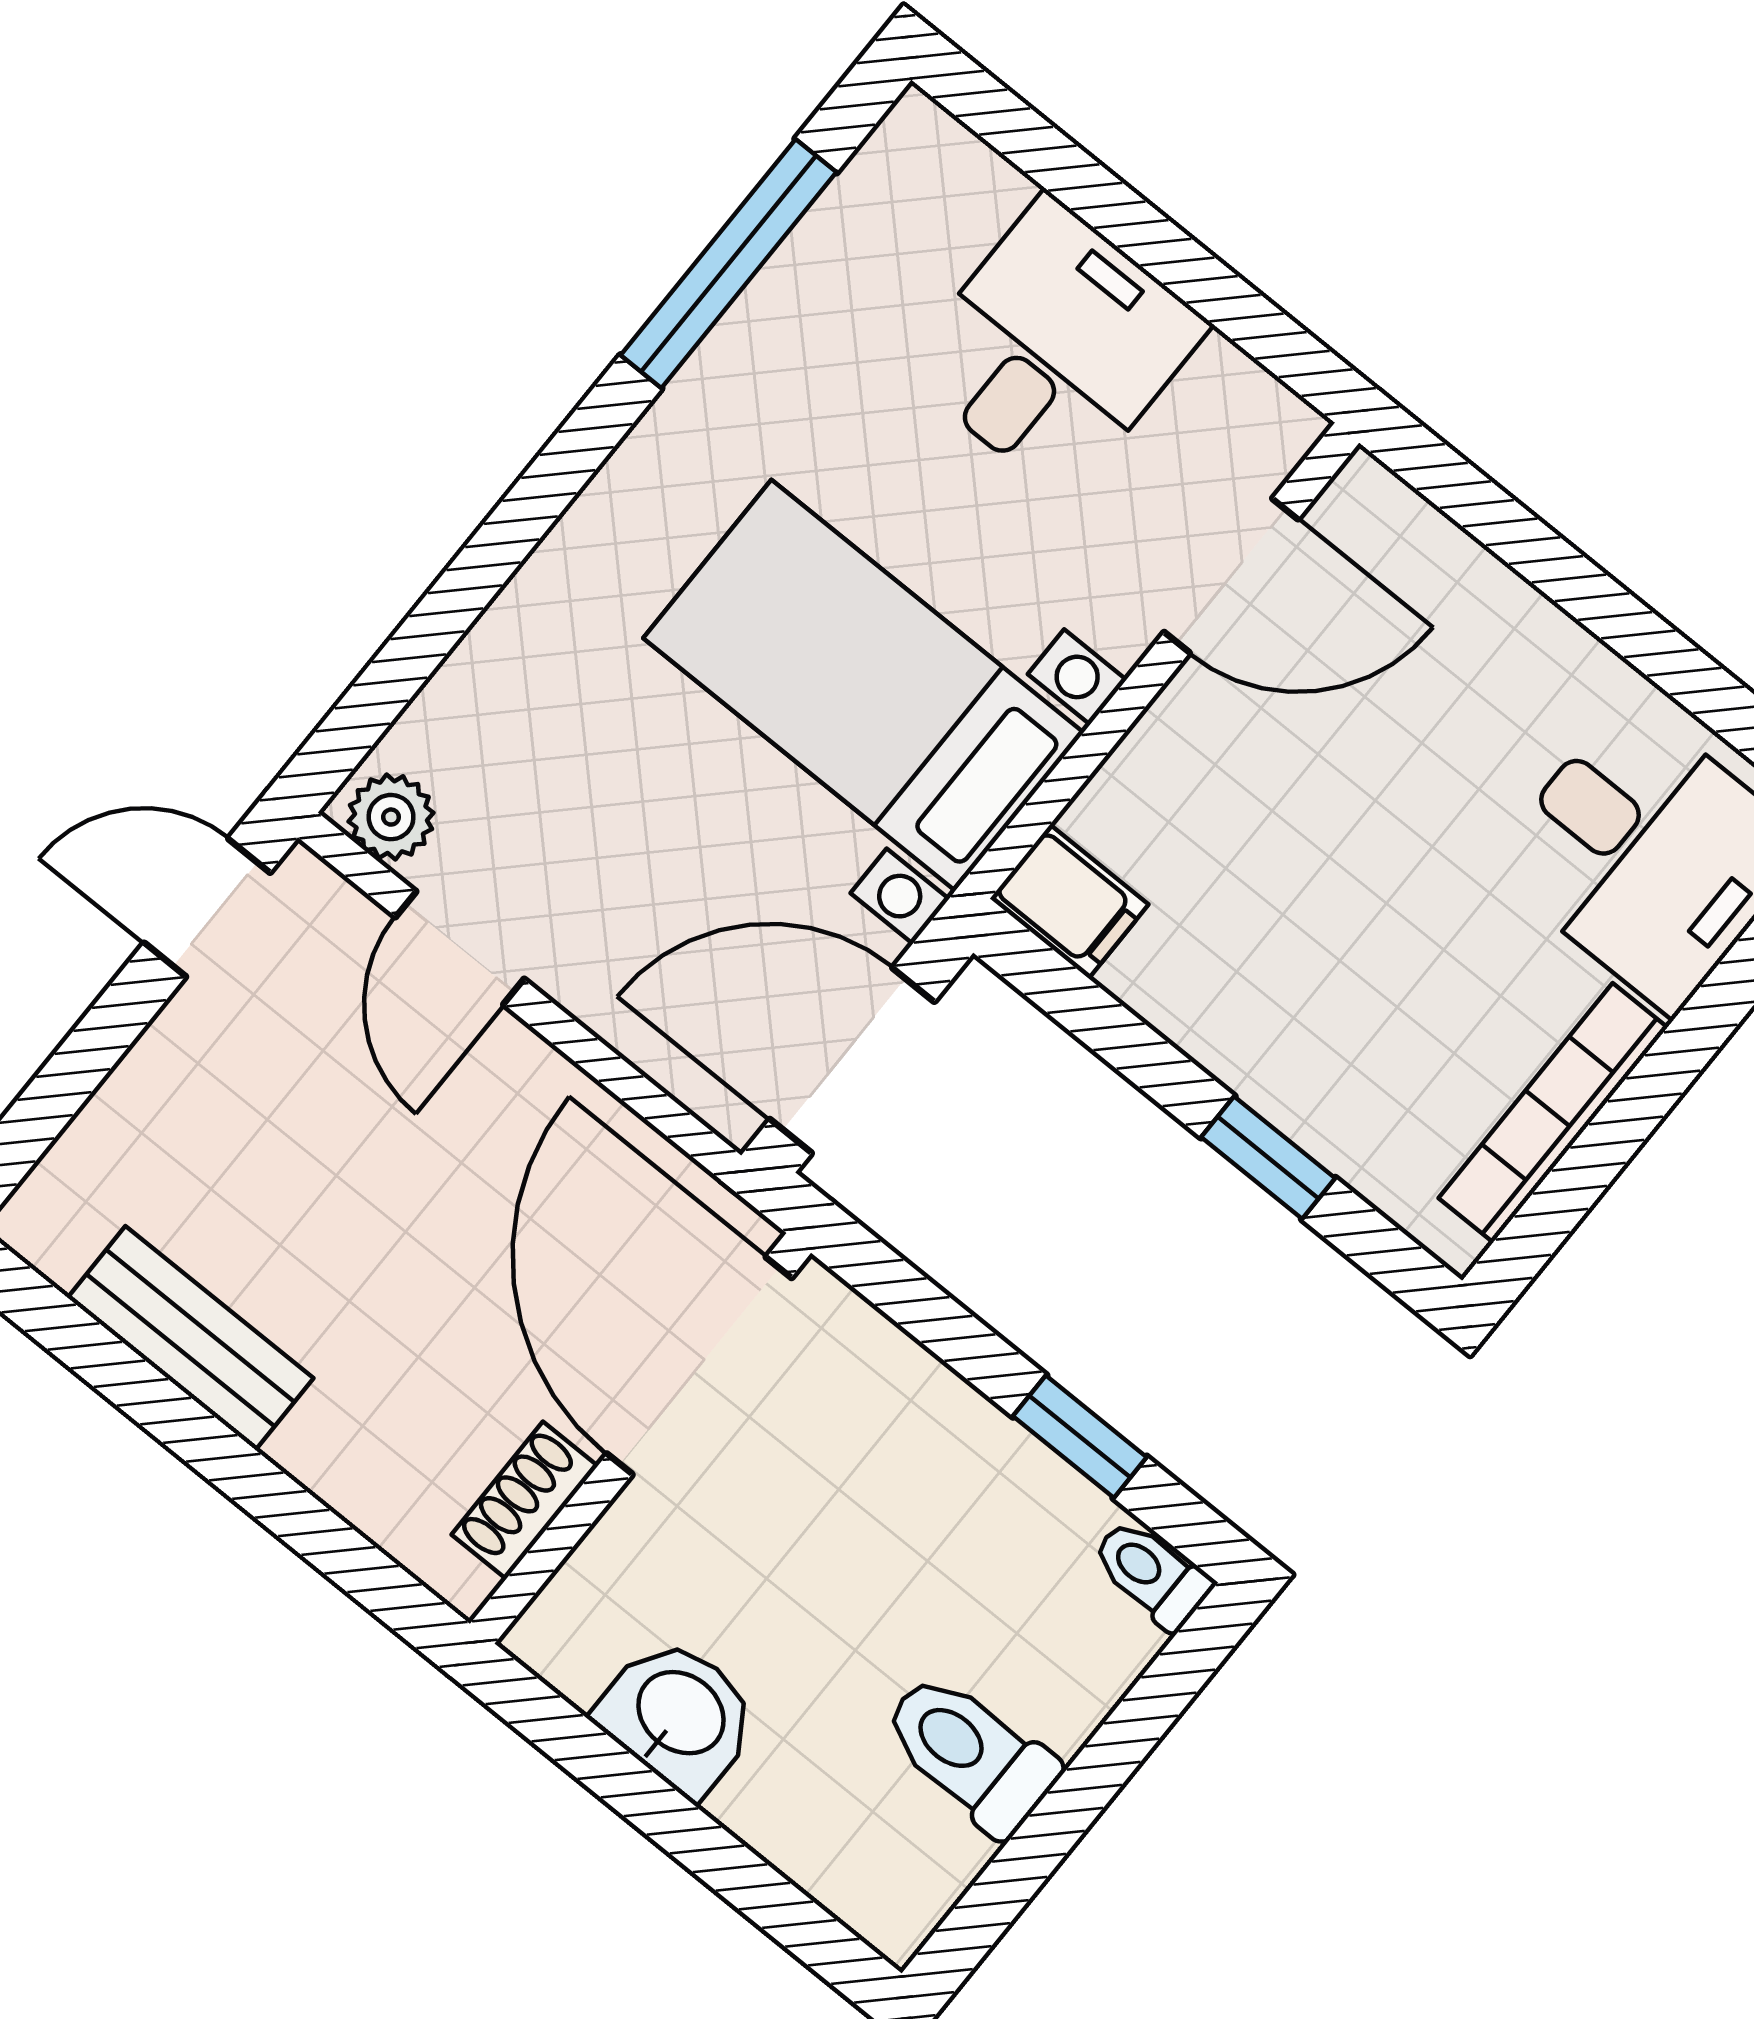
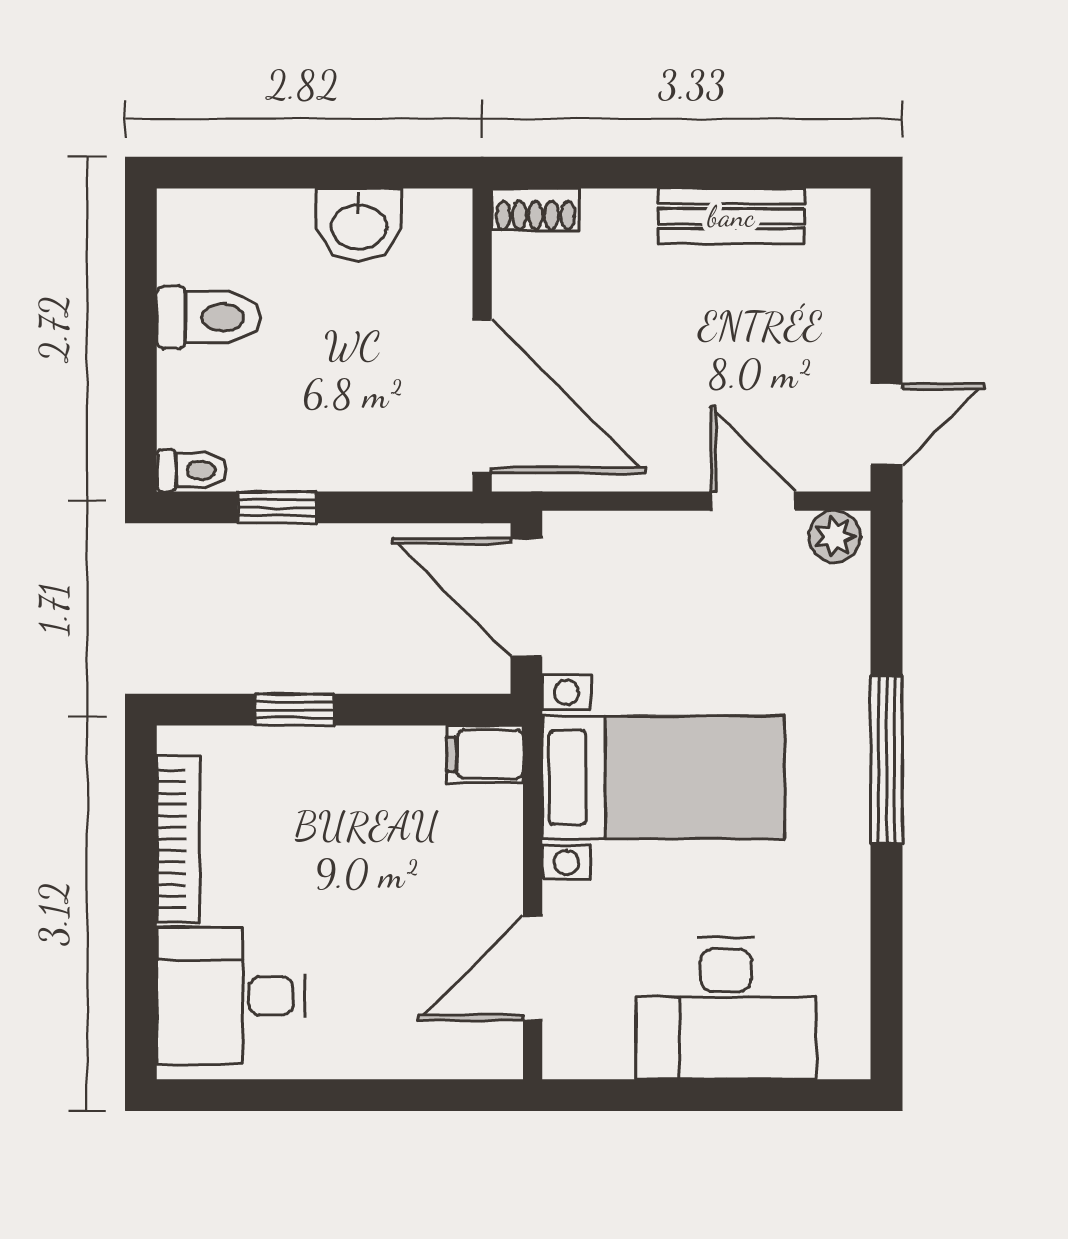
window: (729, 264) -> (887, 760), moved
desk: (1055, 348) -> (726, 1008), width x1.37
door: (852, 1060) -> (526, 597), swing flipped
shoe rack: (525, 1500) -> (536, 210), moved, turned 90

